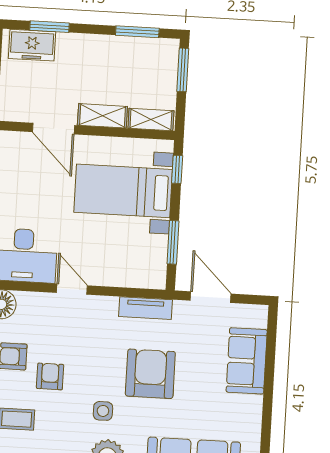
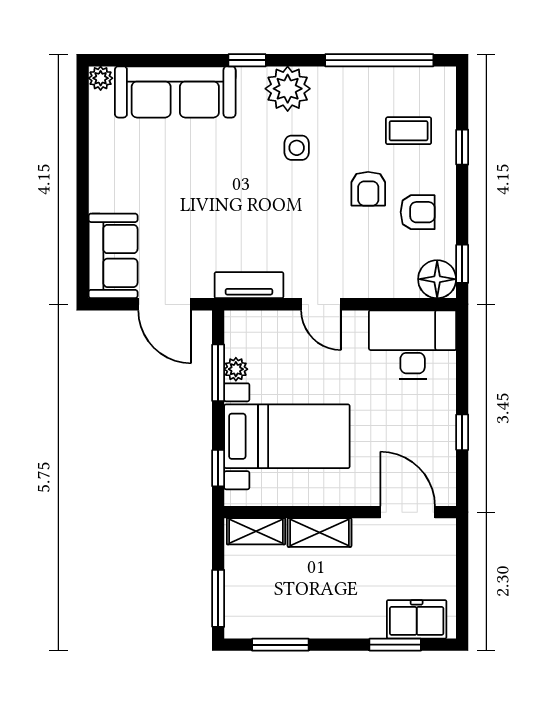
door: (54, 129) -> (408, 512), moved
plant: (159, 244) -> (236, 369), added
door: (72, 289) -> (321, 304), moved
sofa: (247, 361) -> (113, 256), moved
armchair: (150, 374) -> (238, 200), removed

